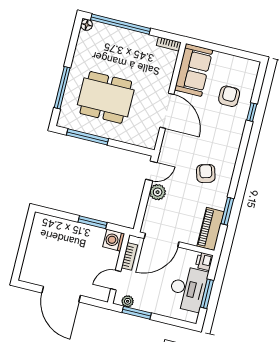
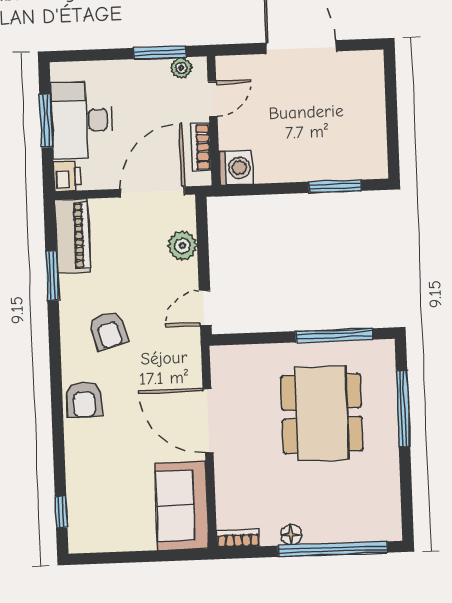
floor lamp: (87, 25) -> (291, 535), moved
armchair: (229, 96) -> (84, 400), moved
dining table: (106, 97) -> (322, 413), turned 90
window: (252, 112) -> (61, 512), moved
plant: (158, 192) -> (182, 246), moved
window: (92, 222) -> (335, 186), moved

